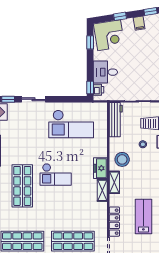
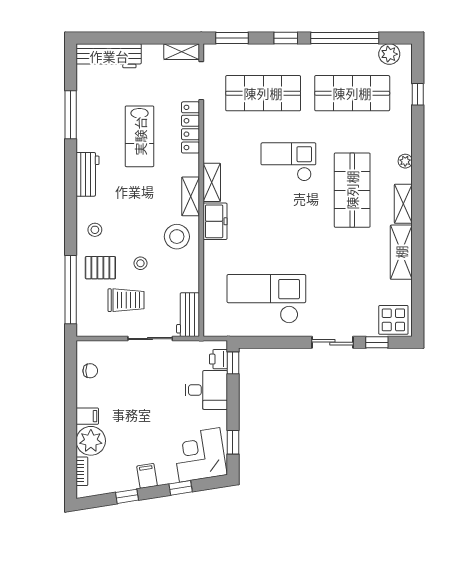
workbench: (116, 120) -> (188, 315), width x0.73
checkout: (56, 174) -> (288, 162), moved

